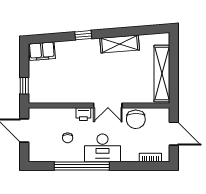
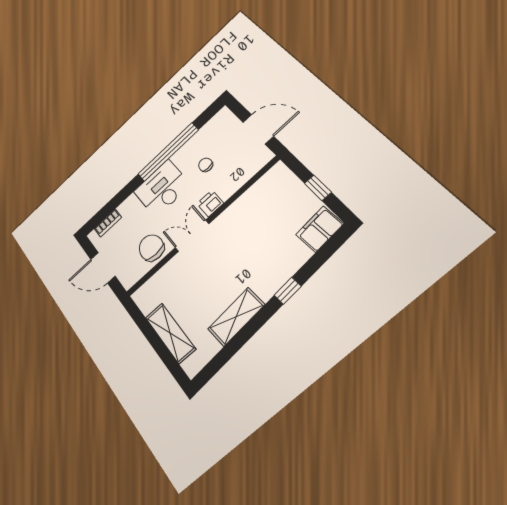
shelving: (162, 74) -> (170, 333), width x0.68
window: (24, 86) -> (318, 188), moved

